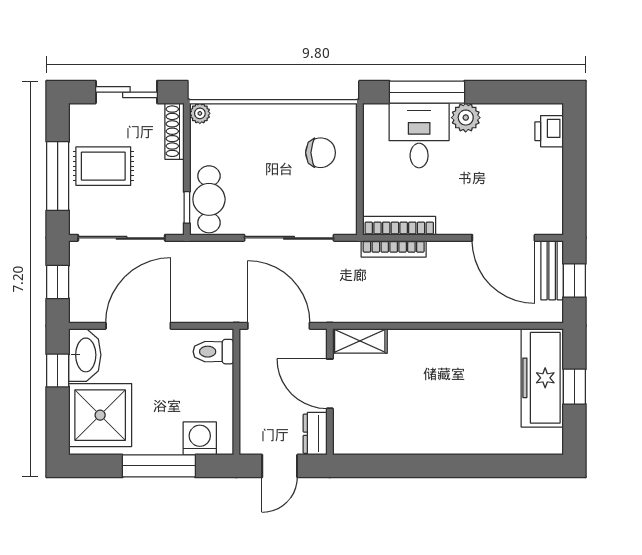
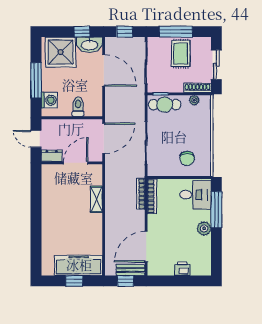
plant: (200, 113) -> (194, 100), moved
printer: (549, 131) -> (182, 269), moved
desk: (419, 135) -> (195, 195), moved
shelving: (360, 341) -> (96, 199), moved
toilet: (213, 352) -> (78, 107), moved

